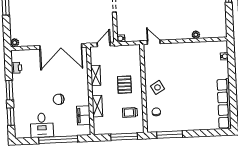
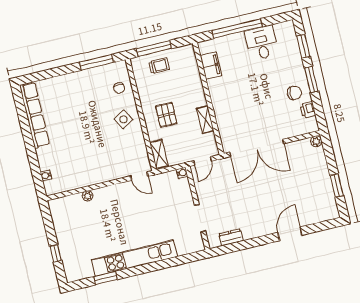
double door: (61, 46) -> (257, 148), swing flipped
chair: (59, 99) -> (294, 93), moved
shelving: (97, 106) -> (159, 154), moved
trolley: (130, 112) -> (159, 66), moved

